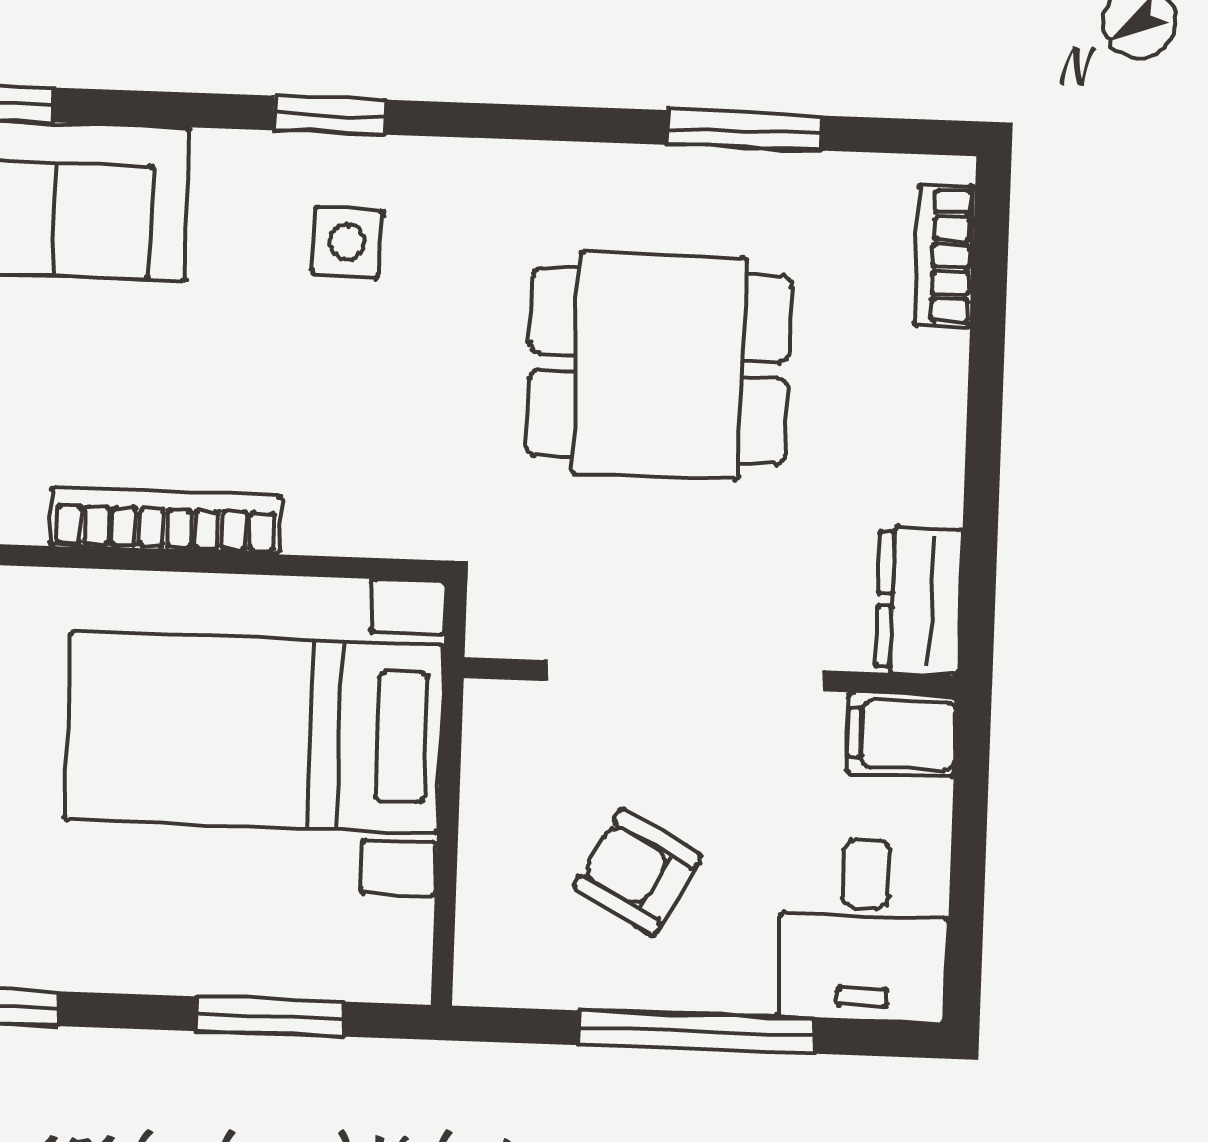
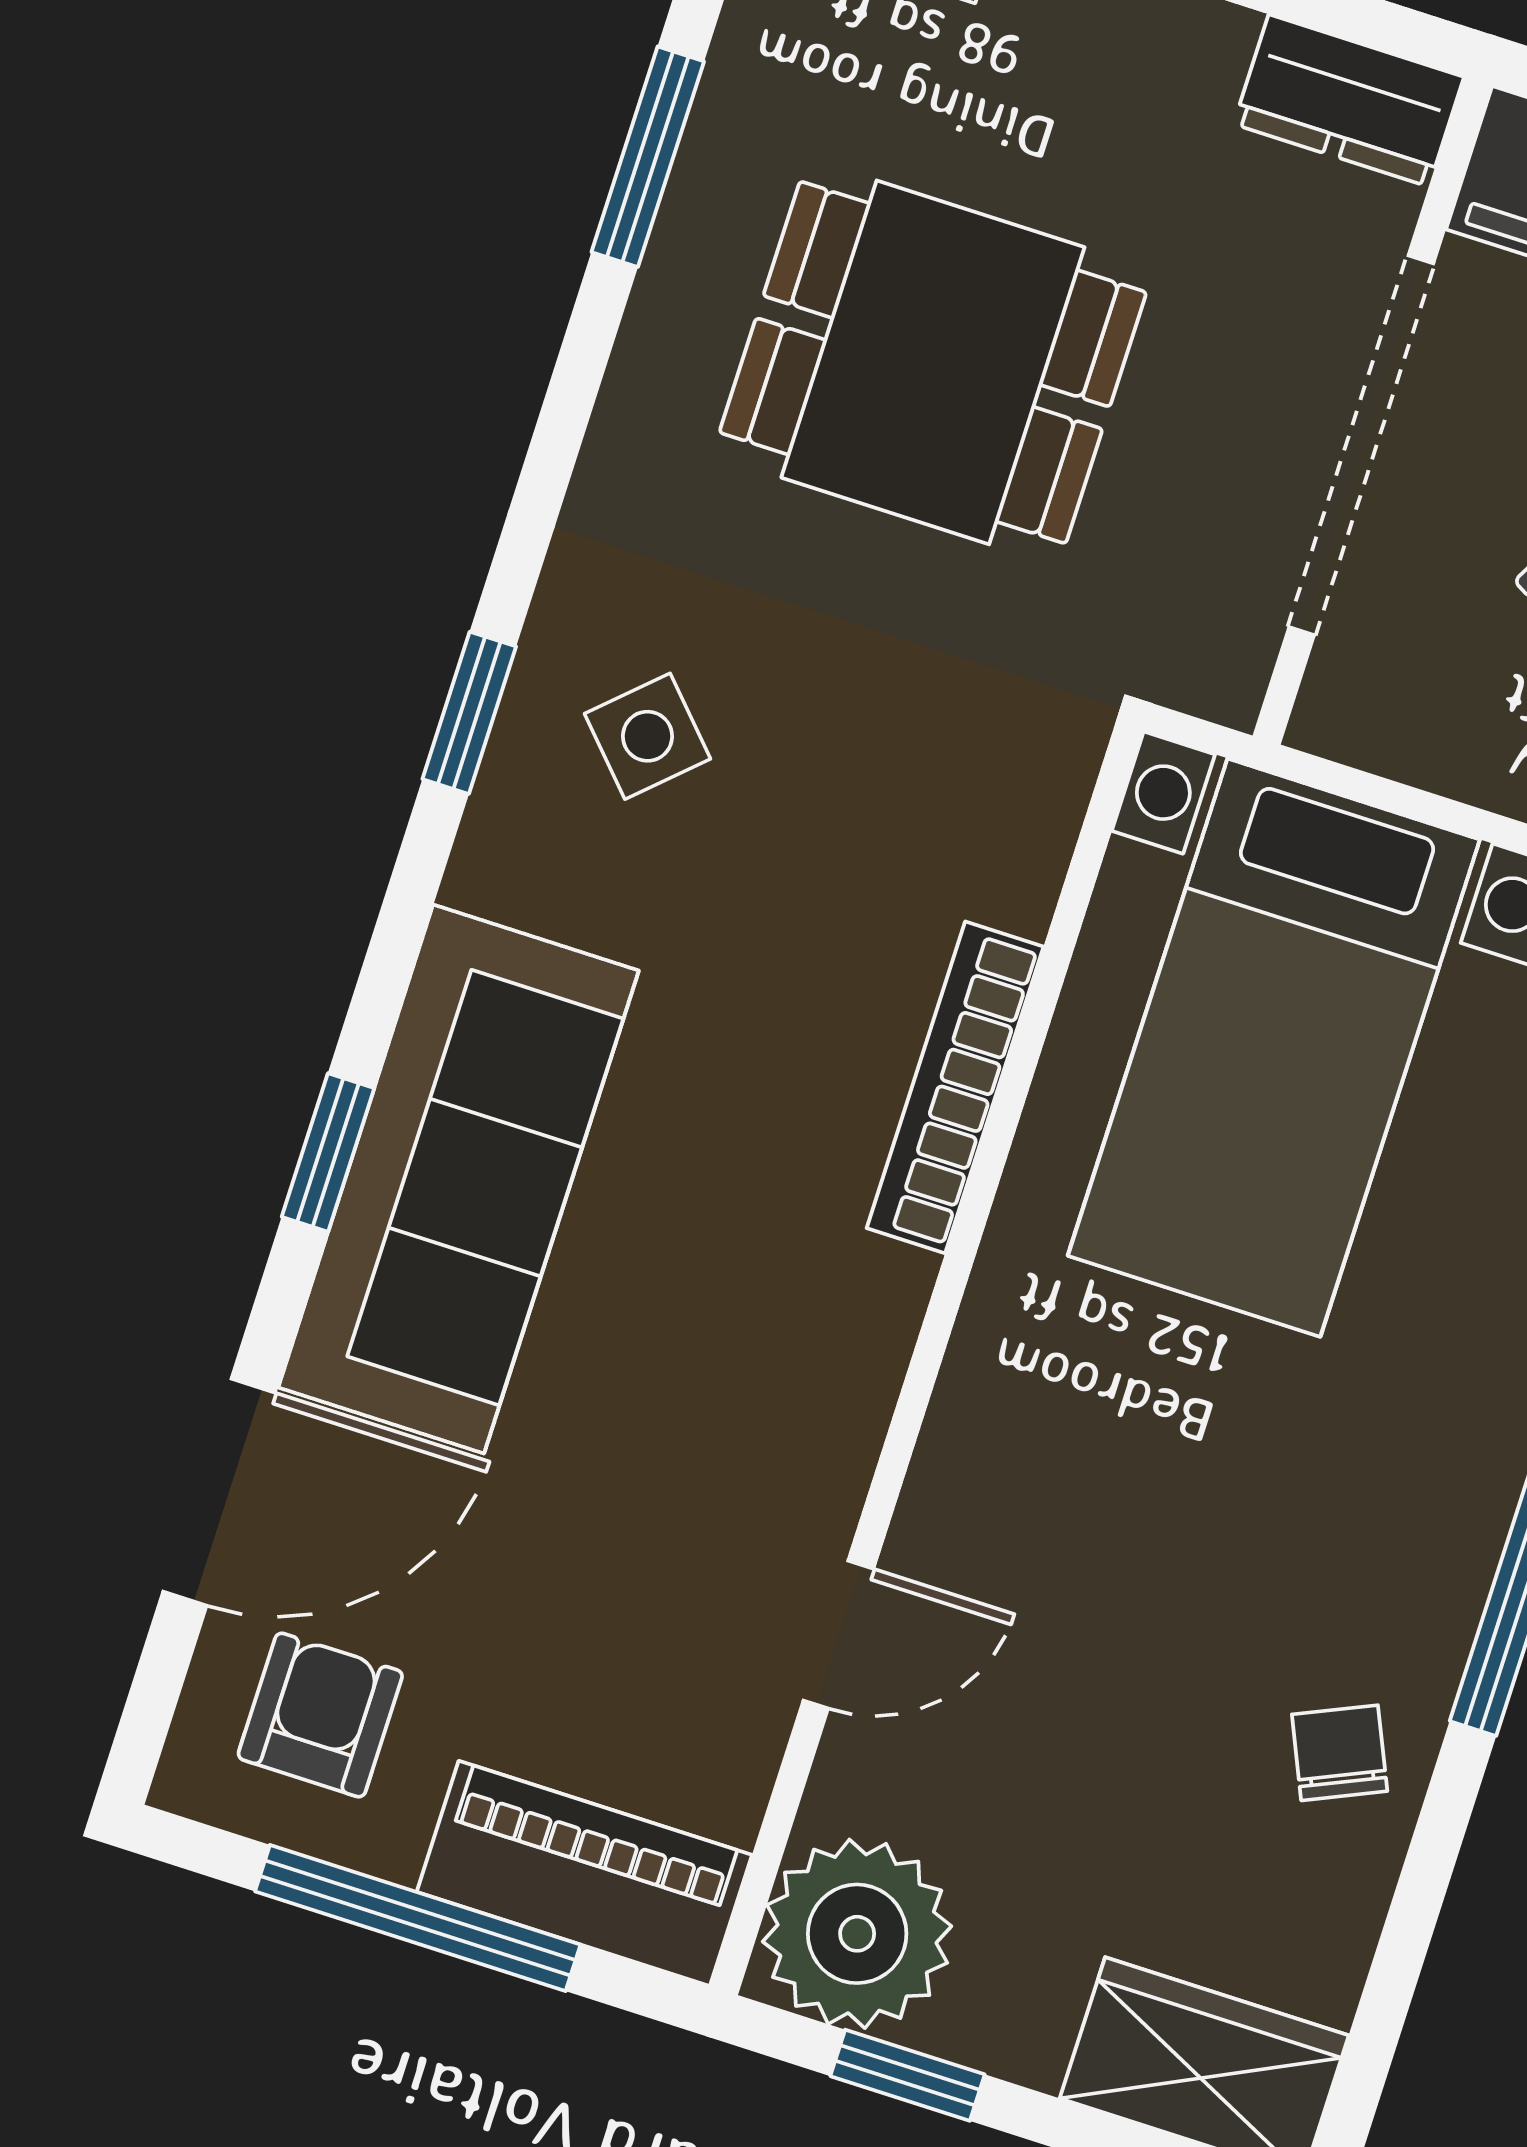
side table: (347, 242) -> (647, 736), turned 45
dining table: (659, 366) -> (933, 362), turned 90

